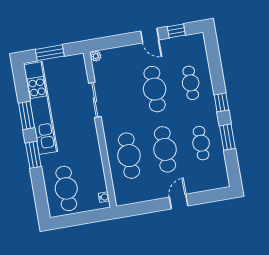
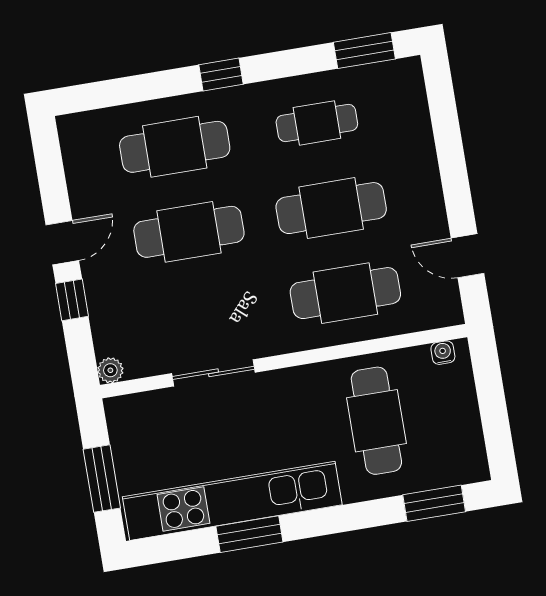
window: (176, 31) -> (72, 300), moved
cafe table: (191, 83) -> (175, 147), width x1.37, depth x1.35
window: (227, 137) -> (364, 51), moved
window: (33, 155) -> (434, 503), moved
cafe table: (66, 188) -> (376, 421), moved, turned 90
door: (179, 202) -> (467, 256), moved

